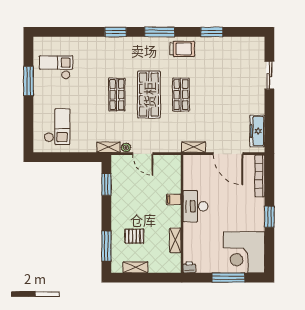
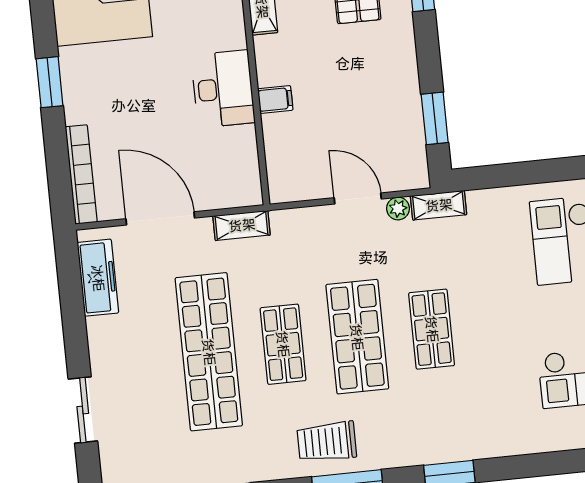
trolley: (182, 49) -> (327, 442), moved
shop shelf: (213, 95) -> (209, 352), added

